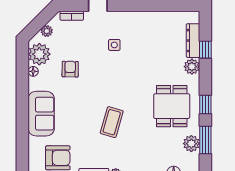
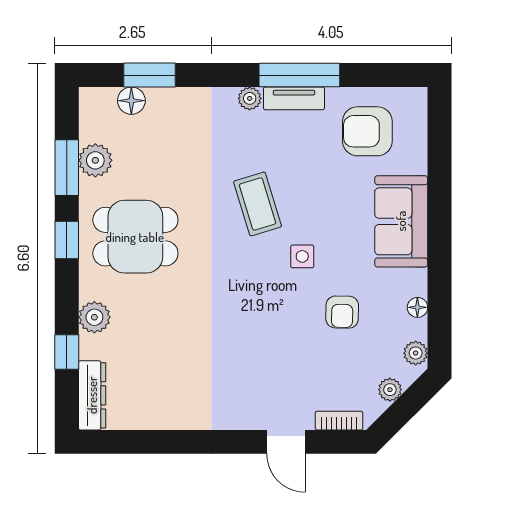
dresser: (193, 41) -> (92, 395), moved
side table: (114, 45) -> (302, 256), moved
plant: (39, 54) -> (416, 353), width x0.53, depth x0.53
dining table: (172, 106) -> (135, 237), turned 90
coffee table: (112, 122) -> (258, 204), turned -33

